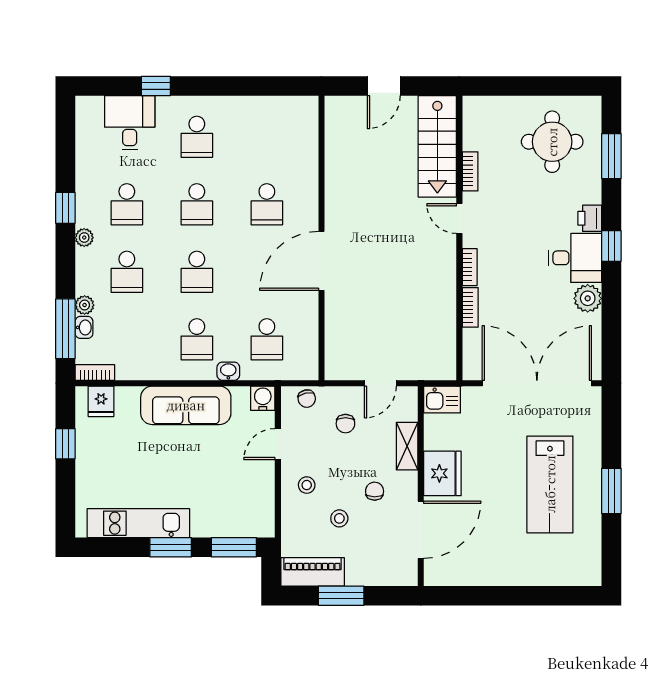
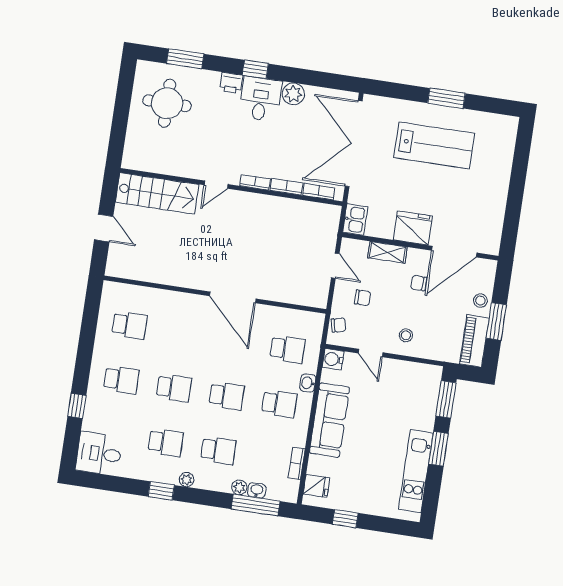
desk: (130, 123) -> (99, 454), moved
bookcase: (470, 171) -> (319, 192), moved
school desk: (267, 204) -> (129, 325), moved
bookcase: (95, 372) -> (297, 463), moved
stool: (339, 518) -> (480, 301), moved
door: (421, 530) -> (454, 252), swing flipped

